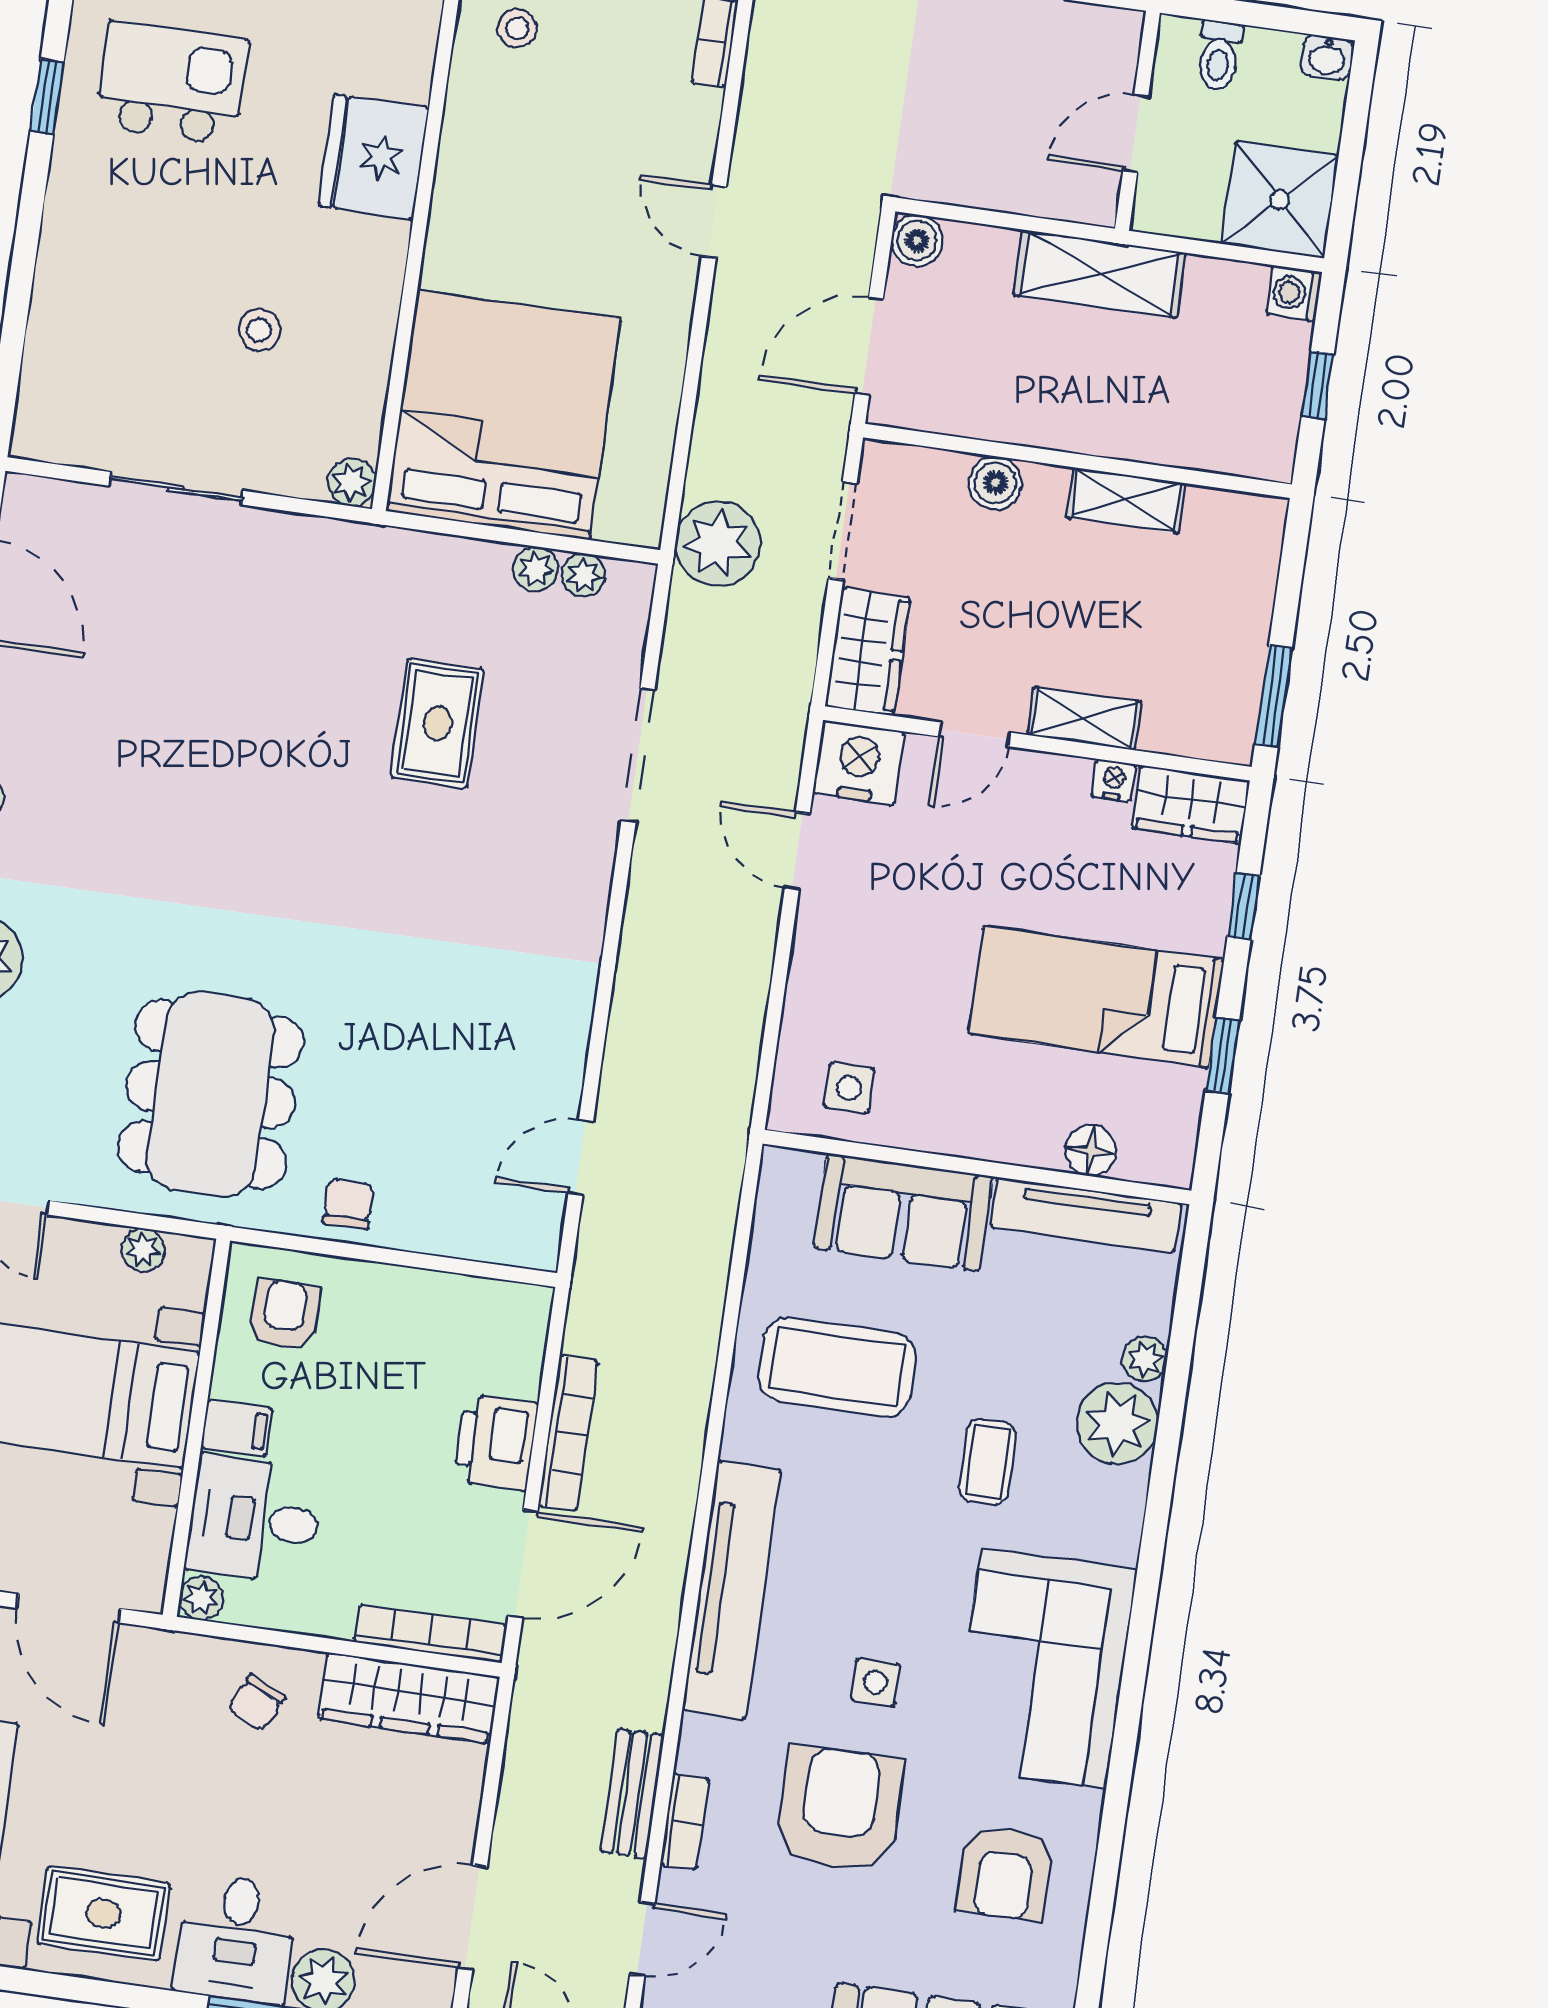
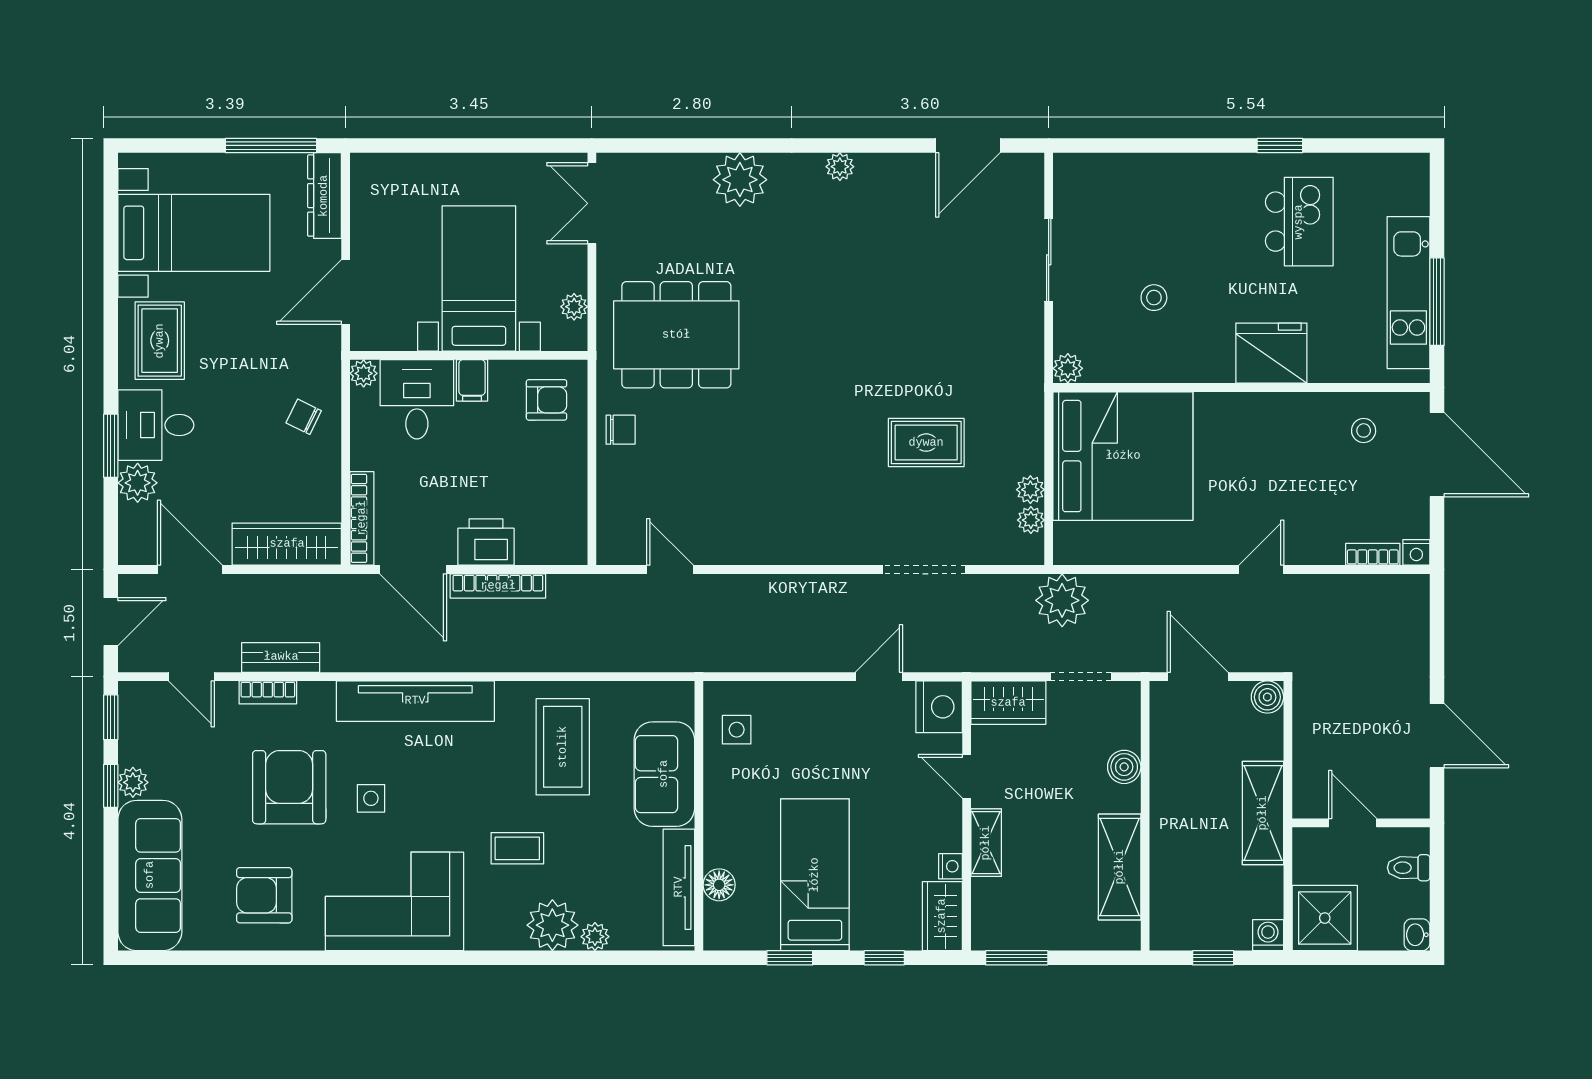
shelving: (1126, 500) -> (1120, 867), width x1.50, depth x1.33
wardrobe: (409, 1698) -> (287, 544), moved, turned 90
armchair: (839, 1809) -> (289, 787), turned -90

